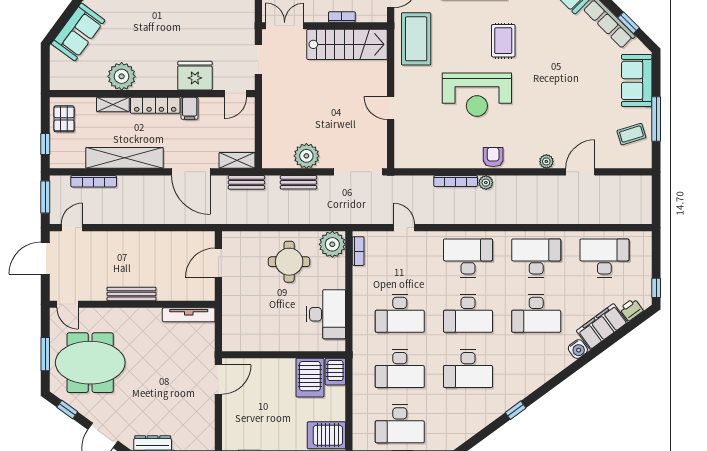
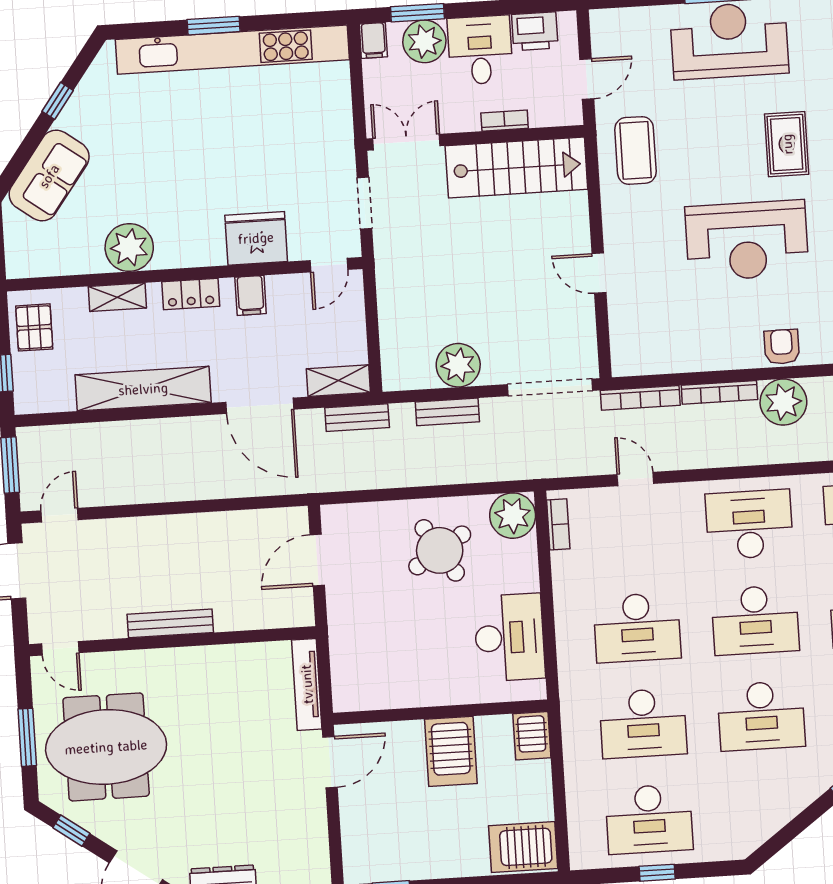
coffee table: (416, 39) -> (635, 150), width x0.73, depth x0.76
locker: (155, 105) -> (191, 294), width x0.66
bookcase: (94, 181) -> (640, 398), moved
plant: (486, 183) -> (783, 402), width x1.88, depth x1.88
round table: (289, 262) -> (440, 550), turned -32
tv unit: (189, 315) -> (307, 684), moved, turned 90
server rack: (310, 378) -> (451, 751), moved

